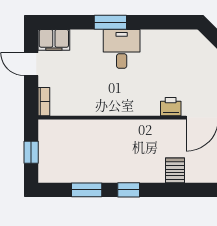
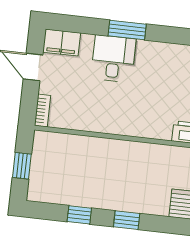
desk: (122, 49) -> (113, 59), moved
window: (87, 190) -> (79, 215), width x0.67

